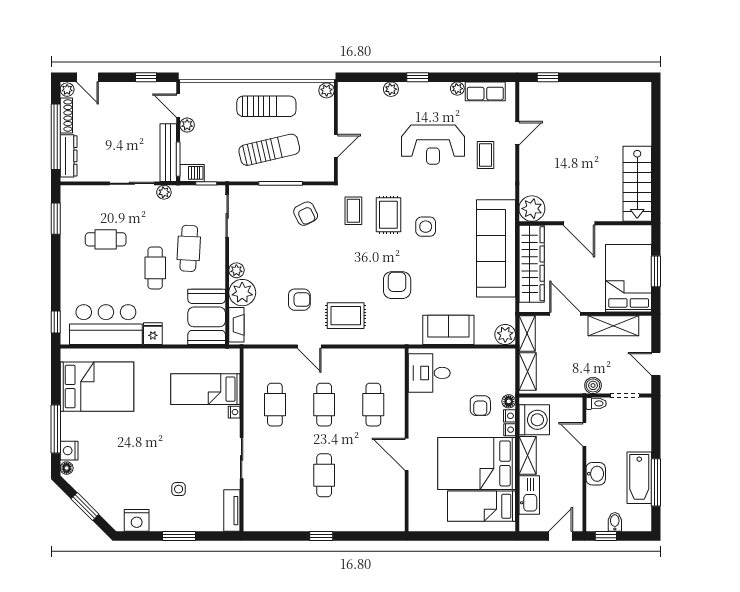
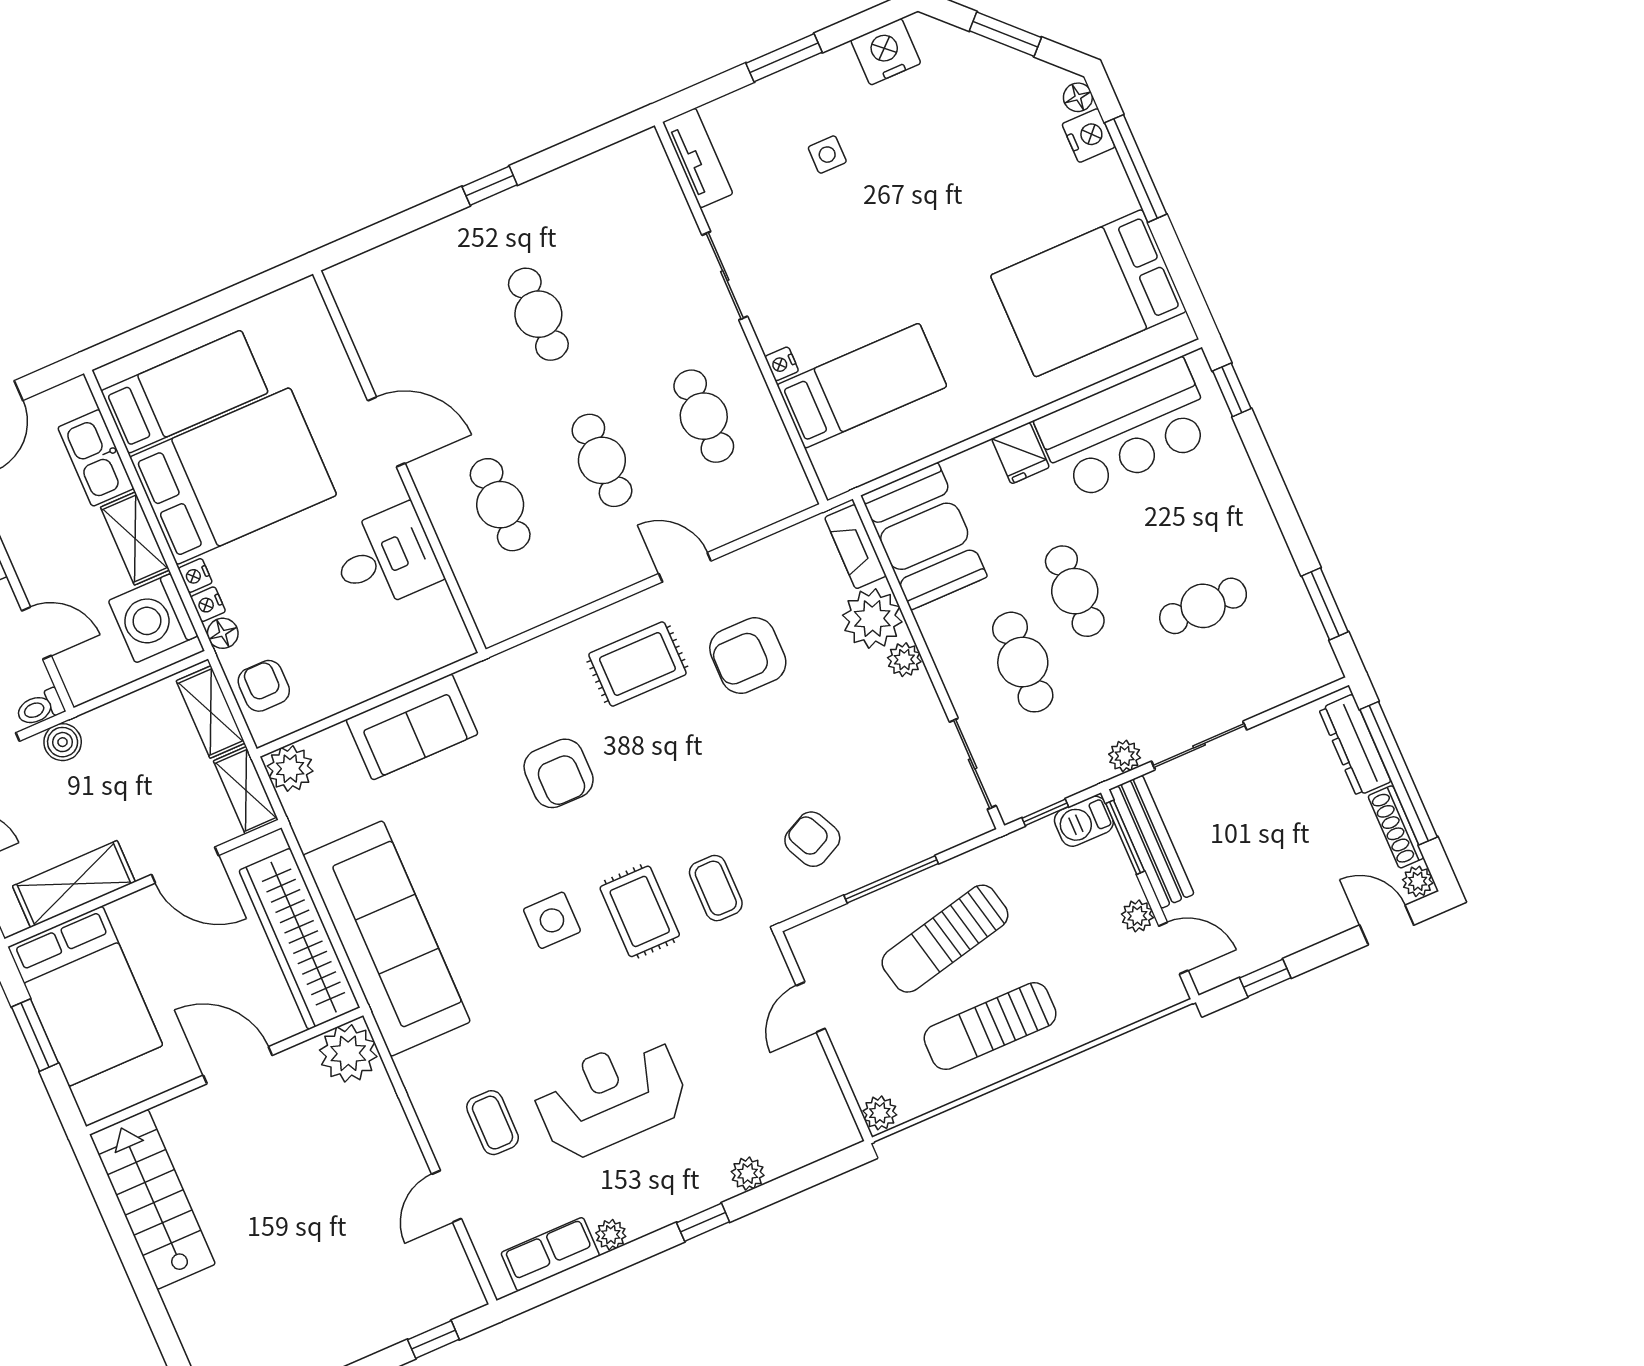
armchair: (299, 300) -> (748, 656), width x1.38, depth x1.38
desk: (429, 373) -> (385, 558), moved
armchair: (480, 406) -> (264, 686), moved

